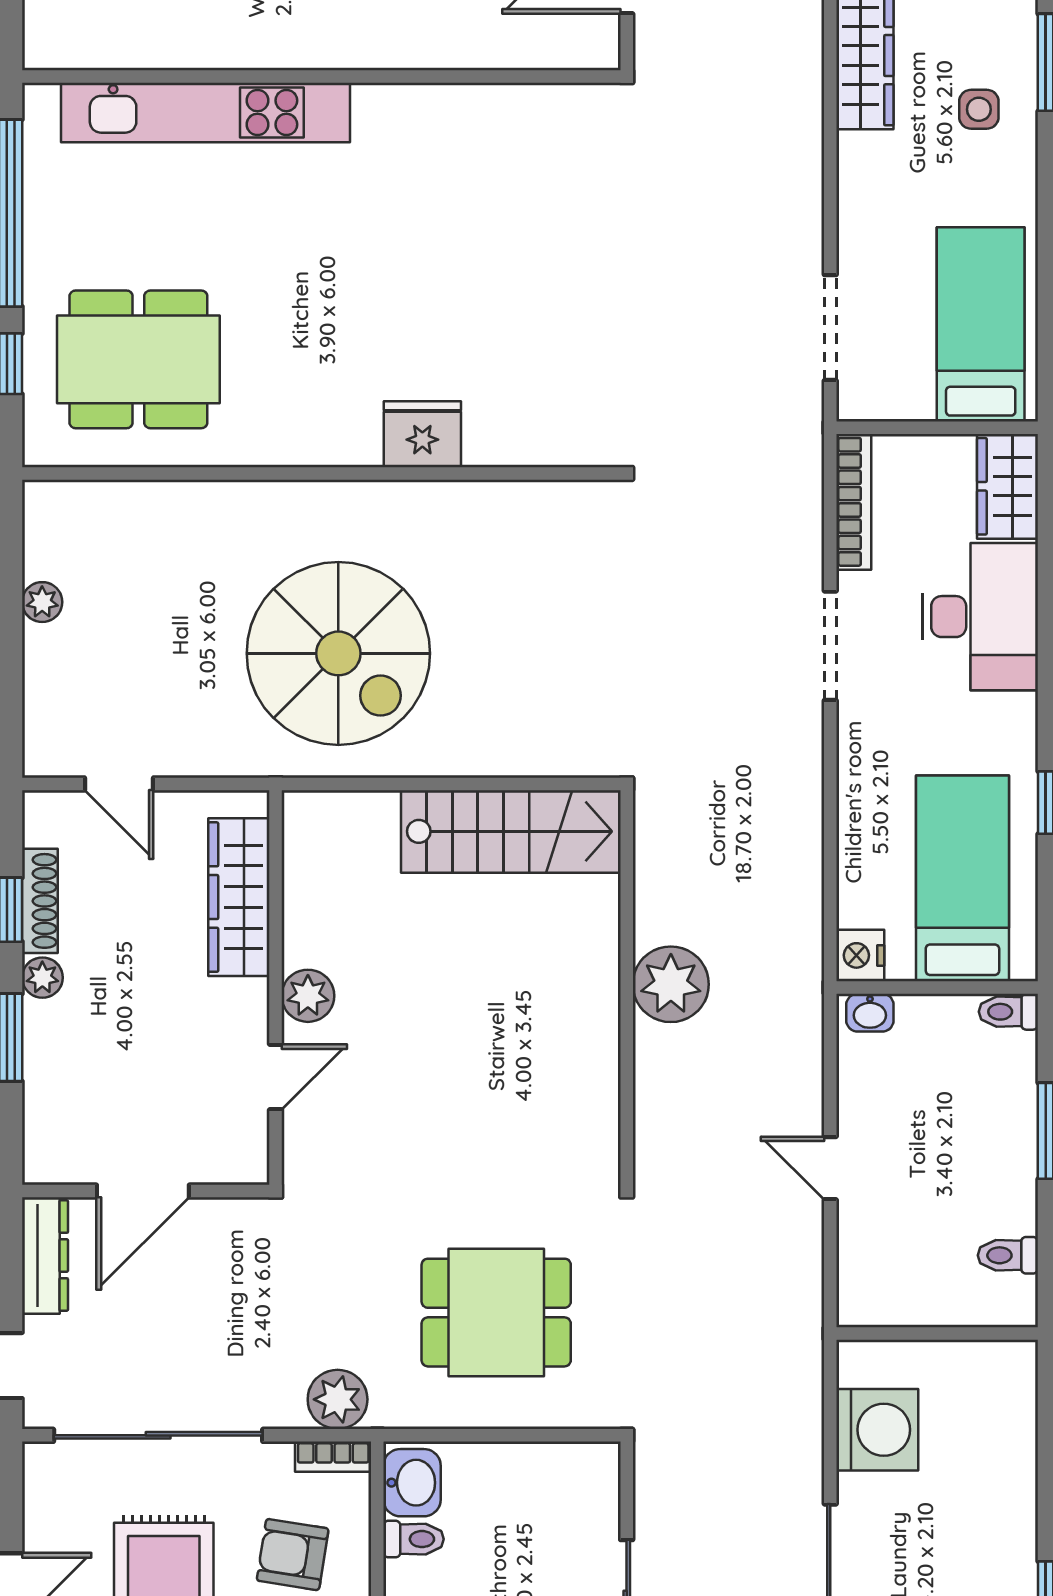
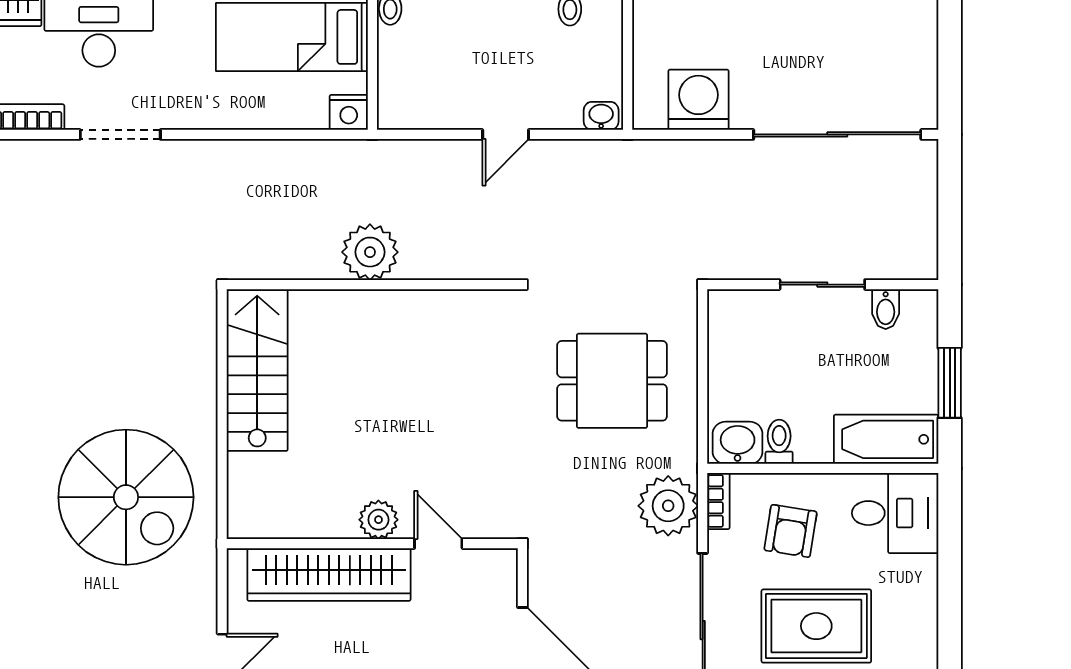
spiral stairs: (338, 653) -> (126, 497), turned 90
wardrobe: (239, 897) -> (329, 574), width x1.40, depth x1.17
washbasin: (870, 1013) -> (601, 116), moved, turned -90
dining table: (496, 1313) -> (612, 381), turned 90
plant: (338, 1399) -> (668, 506), width x1.36, depth x1.36

